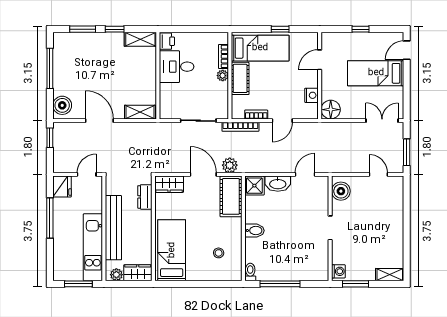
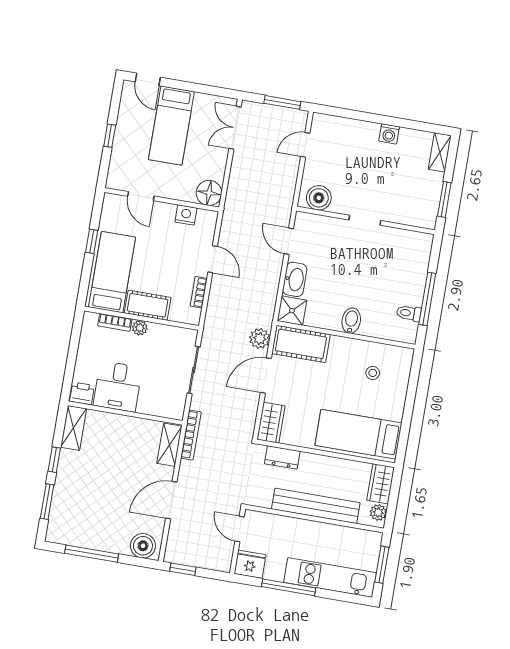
bookcase: (240, 127) -> (191, 435), moved
kitchen unit: (93, 247) -> (330, 577), moved, turned 180
washing machine: (338, 271) -> (389, 134), moved, turned 180
toilet: (250, 272) -> (409, 313), moved

